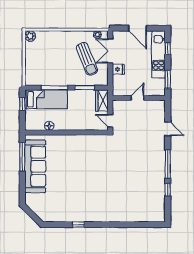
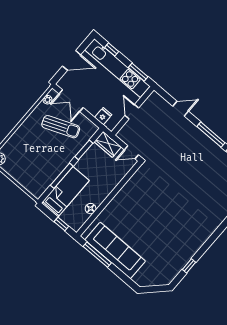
kitchen unit: (159, 54) -> (117, 68), width x1.36
fridge: (118, 69) -> (103, 116), moved
window: (22, 104) -> (61, 224), moved
window: (79, 225) -> (189, 266), moved

